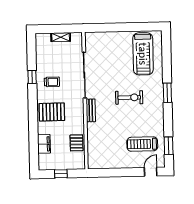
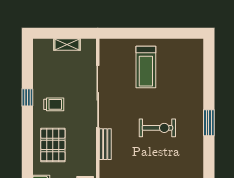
treadmill: (143, 54) -> (146, 67), moved, width x0.73, depth x0.73
pallet: (52, 112) -> (53, 145), turned 90

